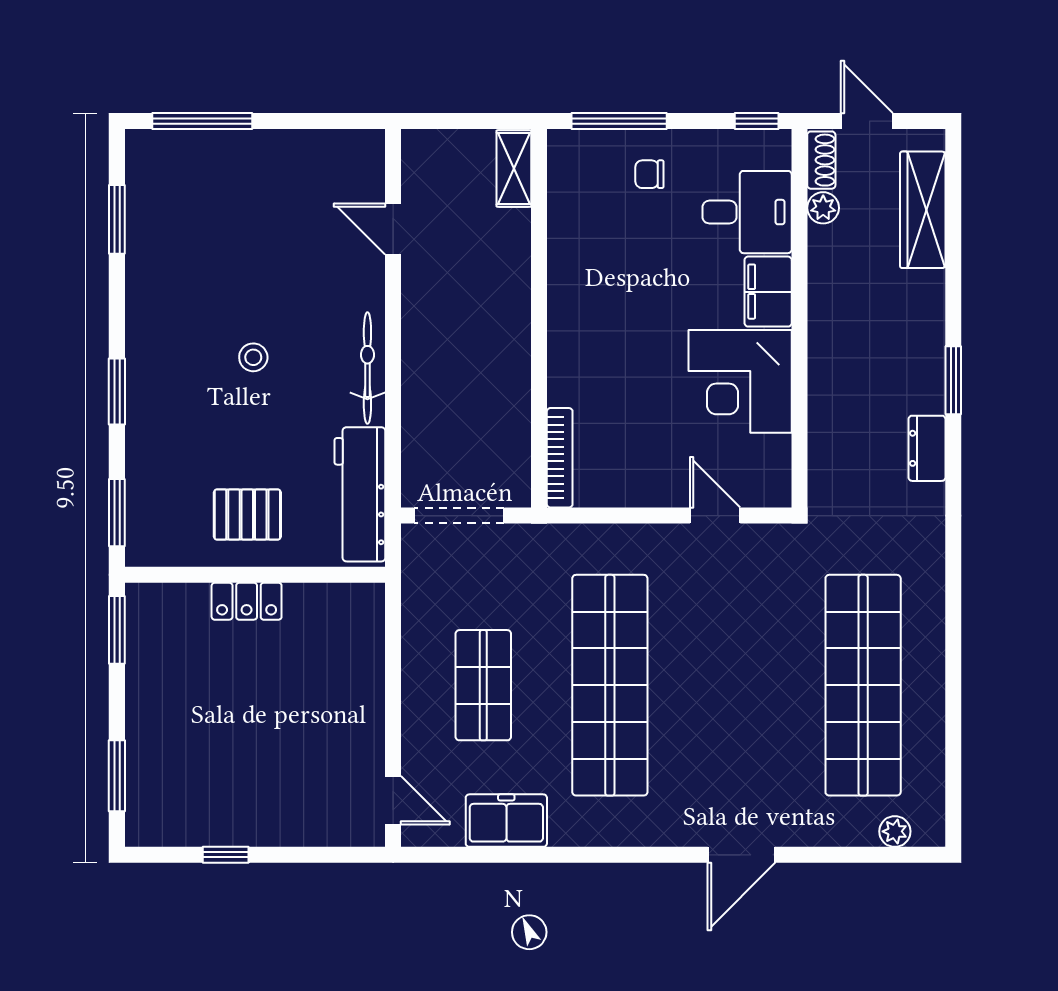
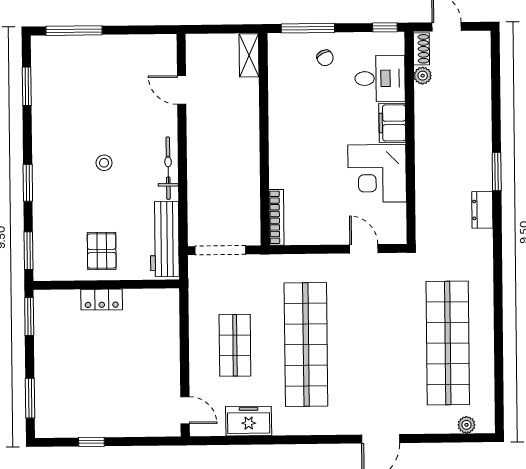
chair: (649, 174) -> (325, 58), turned -117
wardrobe: (923, 210) -> (479, 76), removed
pallet: (247, 515) -> (102, 251), turned 90

